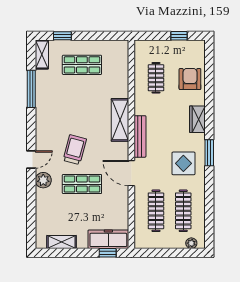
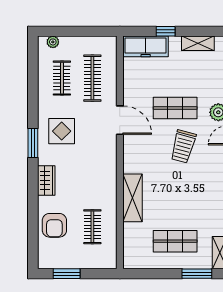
window: (62, 36) -> (197, 274), width x1.50
window: (179, 36) -> (67, 274), width x1.50
shelving: (120, 120) -> (133, 198), moved
bench: (140, 136) -> (110, 161), removed
clothes rail: (183, 211) -> (62, 78), width x0.73
window: (108, 253) -> (166, 31), moved

